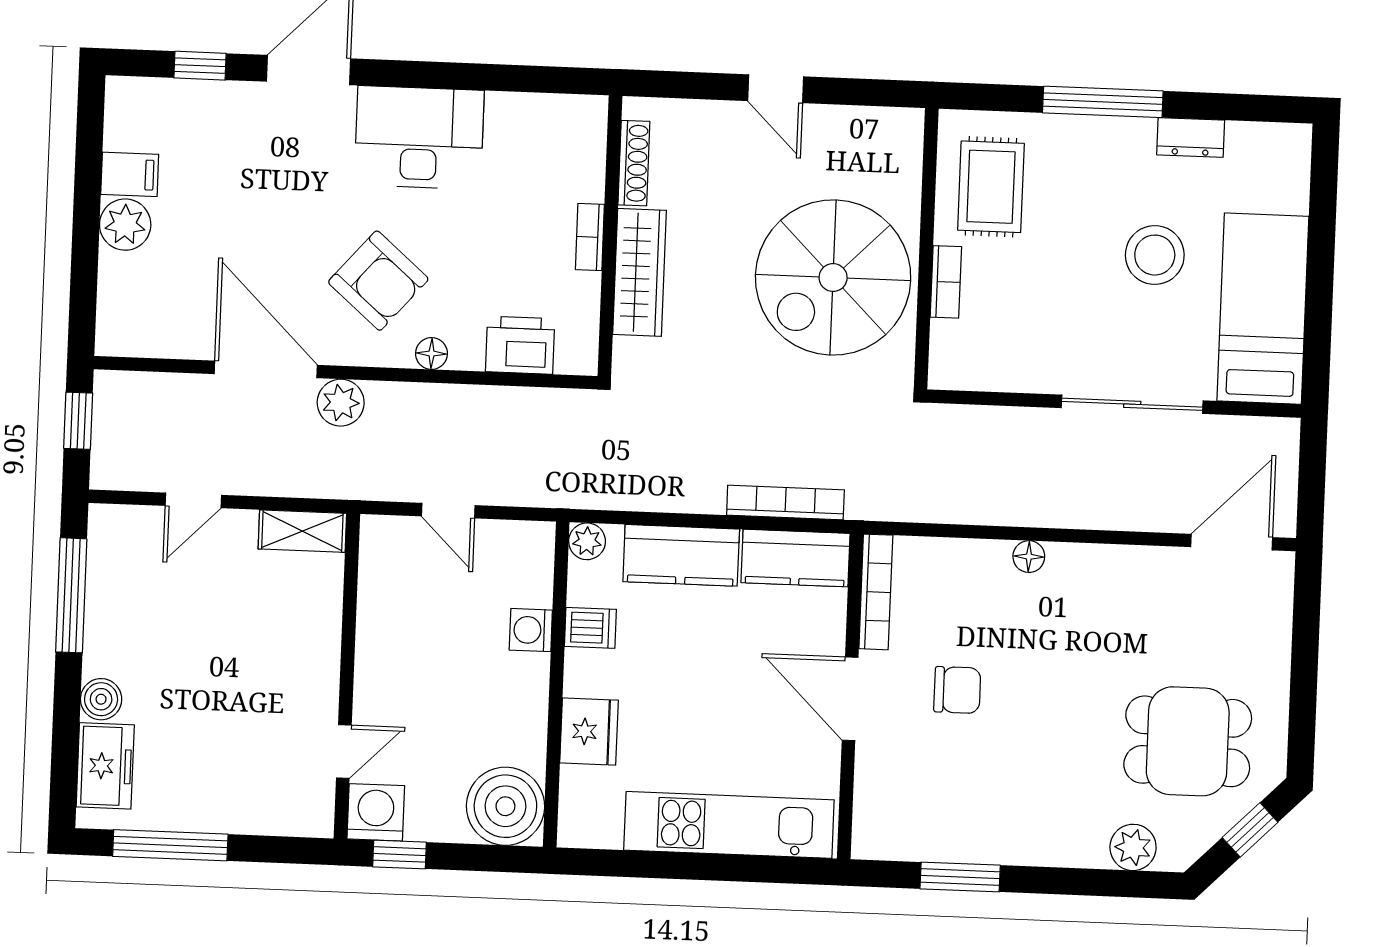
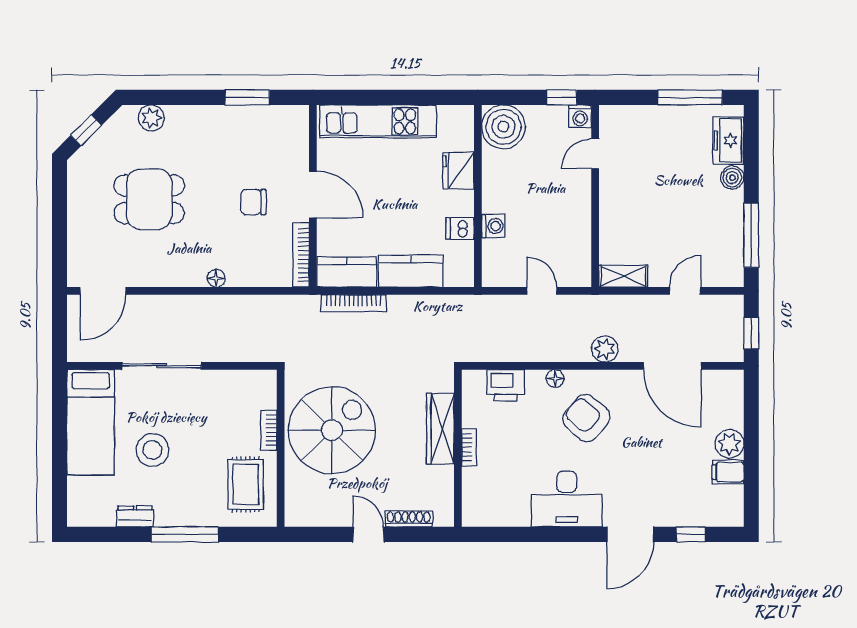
shoe rack: (634, 163) -> (409, 519), moved, turned 90
door: (266, 369) -> (672, 366), moved
plant: (587, 541) -> (464, 277), removed
dining table: (1188, 741) -> (149, 199), moved
washing machine: (376, 812) -> (580, 116), width x0.73, depth x0.73

